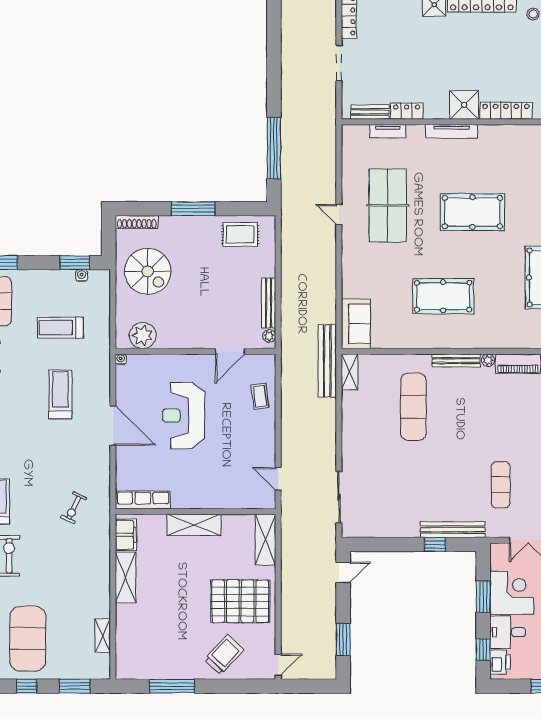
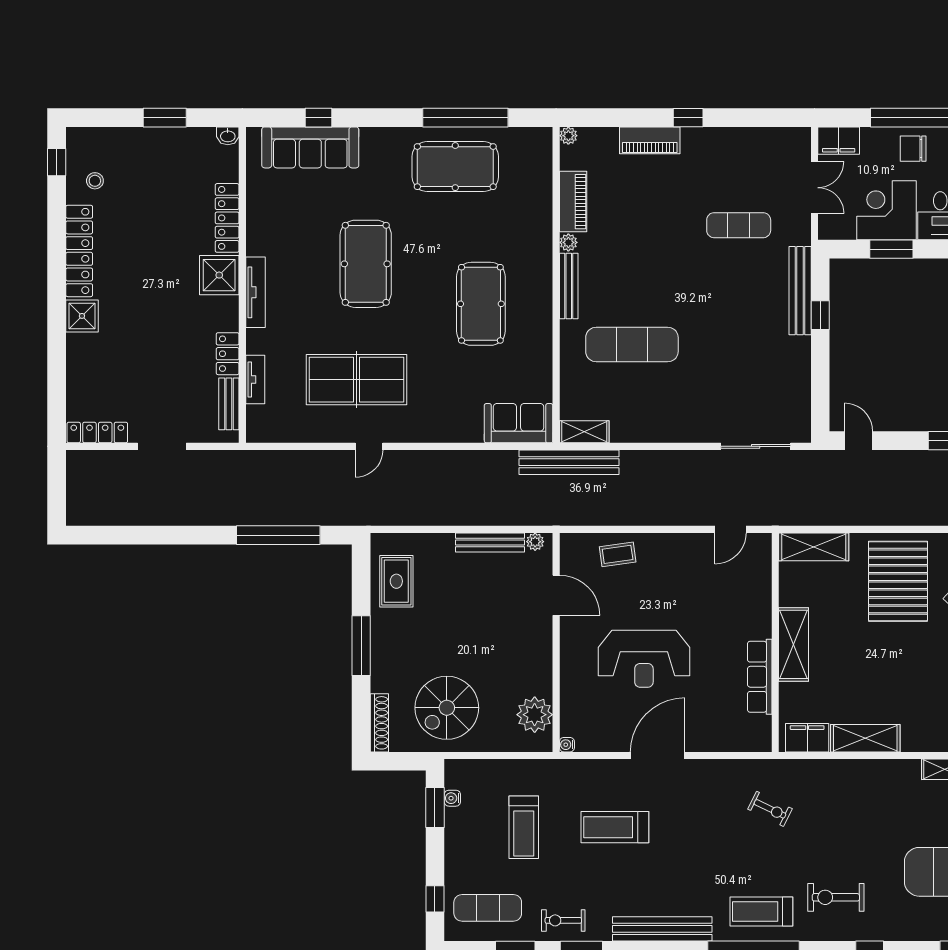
spiral stairs: (148, 271) -> (447, 708), turned 180
row of seats: (143, 500) -> (760, 677), moved

